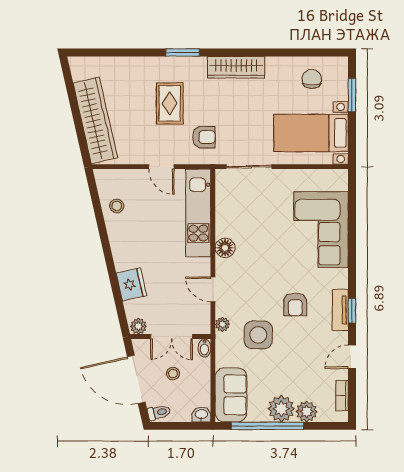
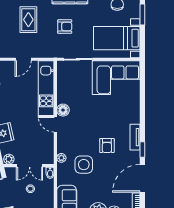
armchair: (204, 137) -> (65, 27), moved
door: (161, 167) -> (23, 59), hinge flipped
corner sofa: (321, 230) -> (116, 78), moved, turned -90
door: (213, 289) -> (55, 124), moved
tv unit: (340, 310) -> (135, 137), moved
door: (352, 357) -> (142, 178), width x1.87

